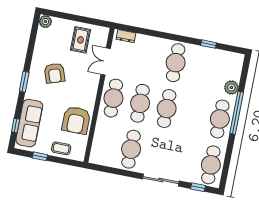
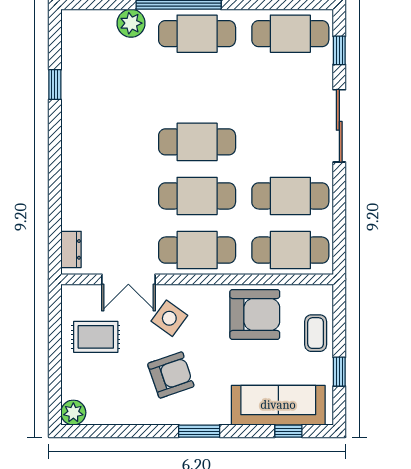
cafe table: (176, 63) -> (290, 250), moved
side table: (83, 78) -> (169, 318), added

